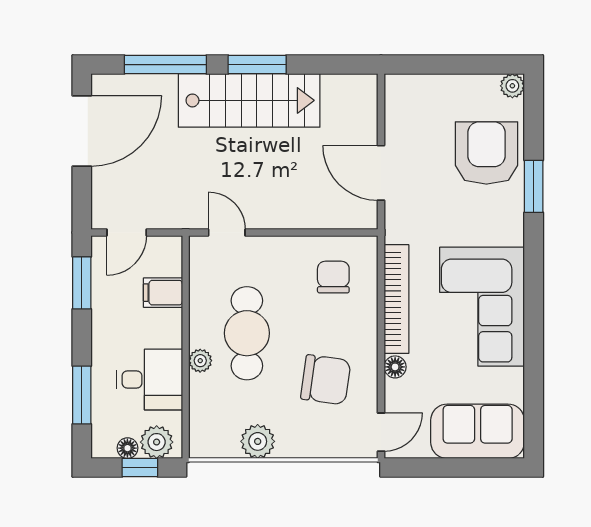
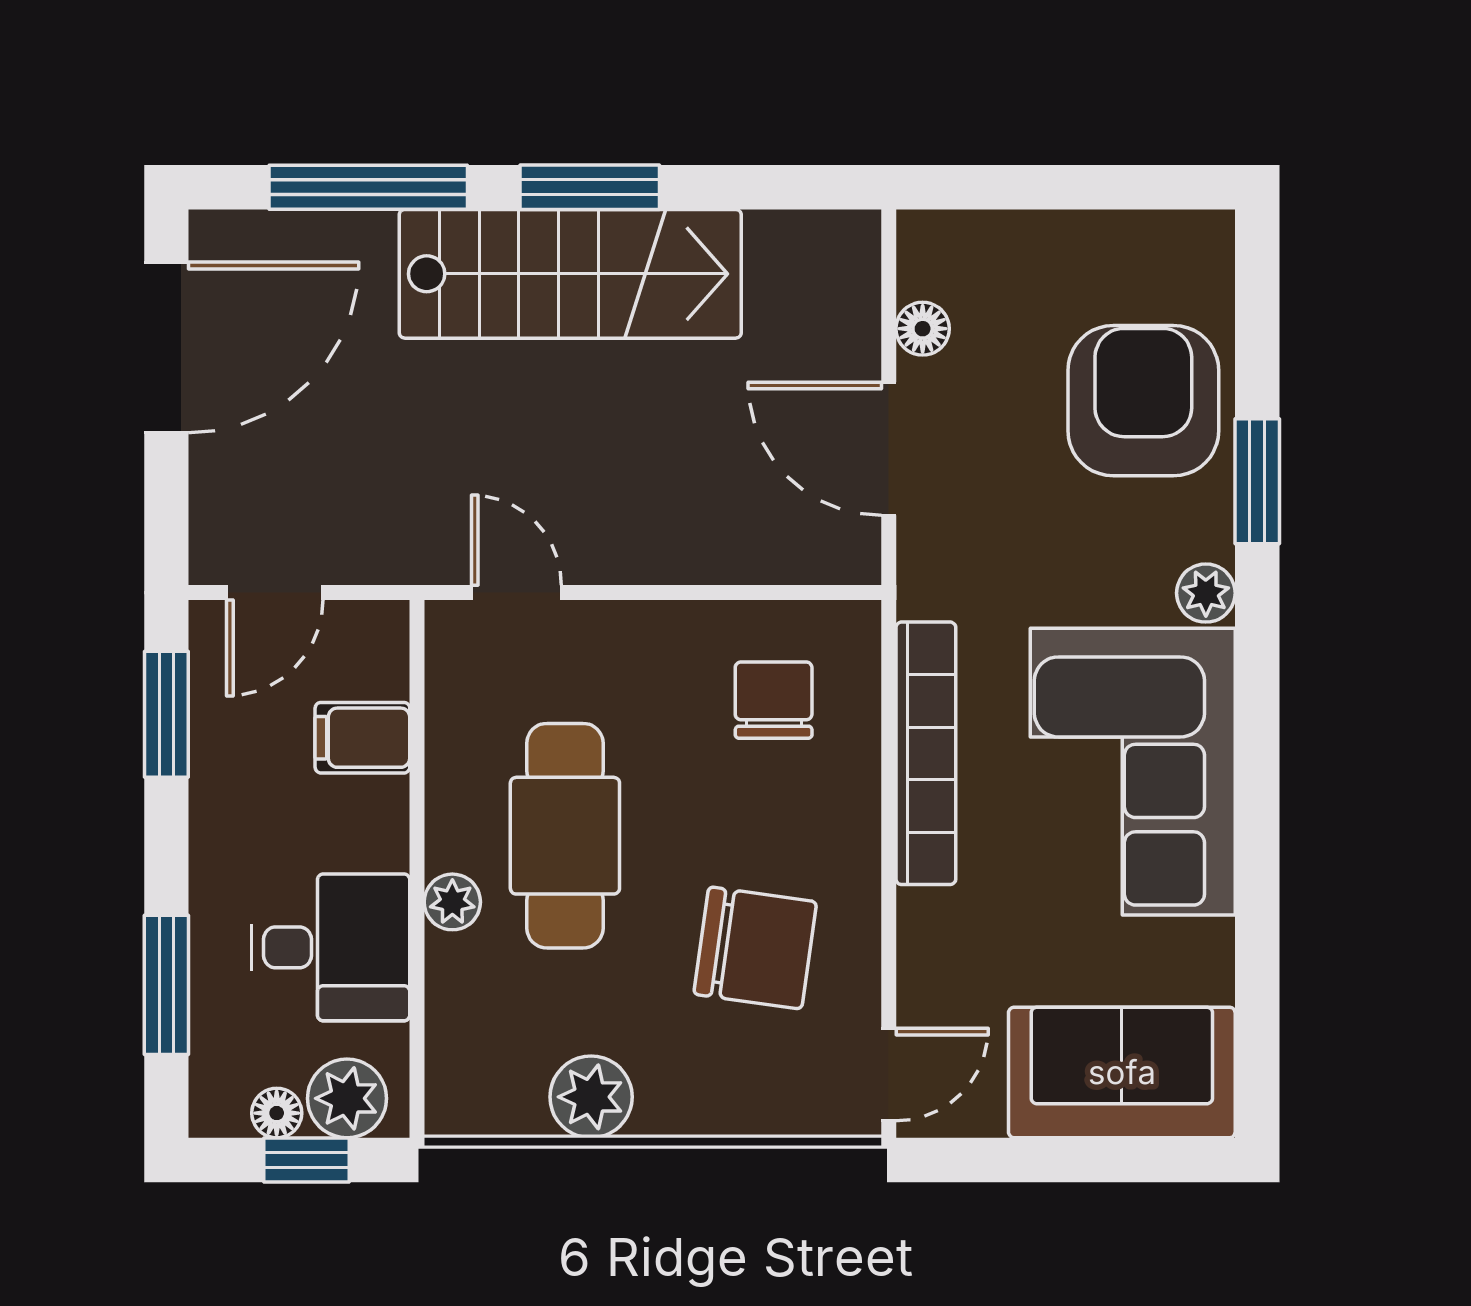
plant: (512, 86) -> (1206, 593), moved
floor lamp: (395, 367) -> (923, 329), moved

